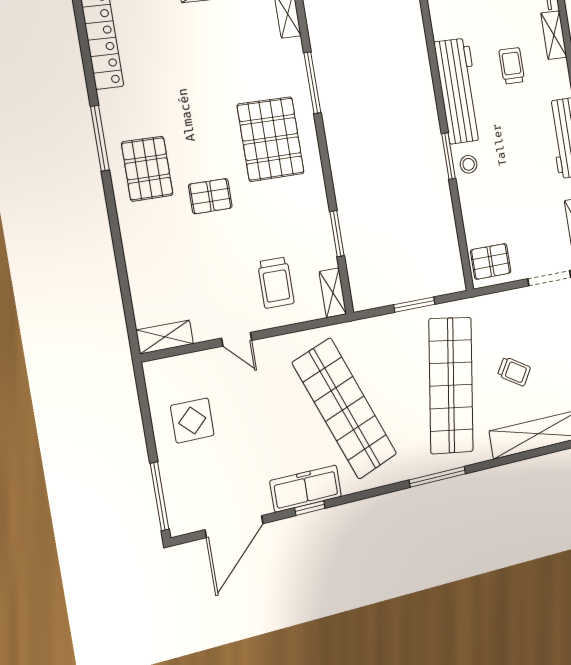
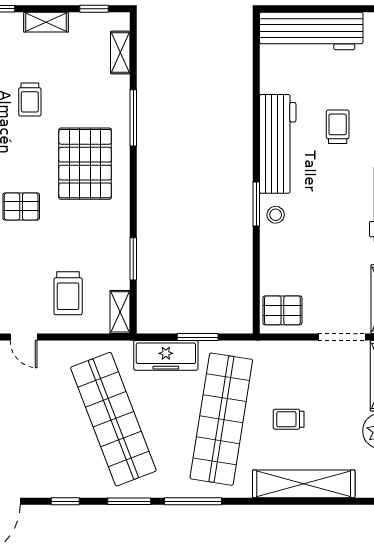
trolley: (200, 77) -> (30, 99), added
trolley: (514, 371) -> (289, 419), turned 148
freezer: (306, 489) -> (166, 355), moved, turned 180
window: (375, 492) -> (129, 501), added

